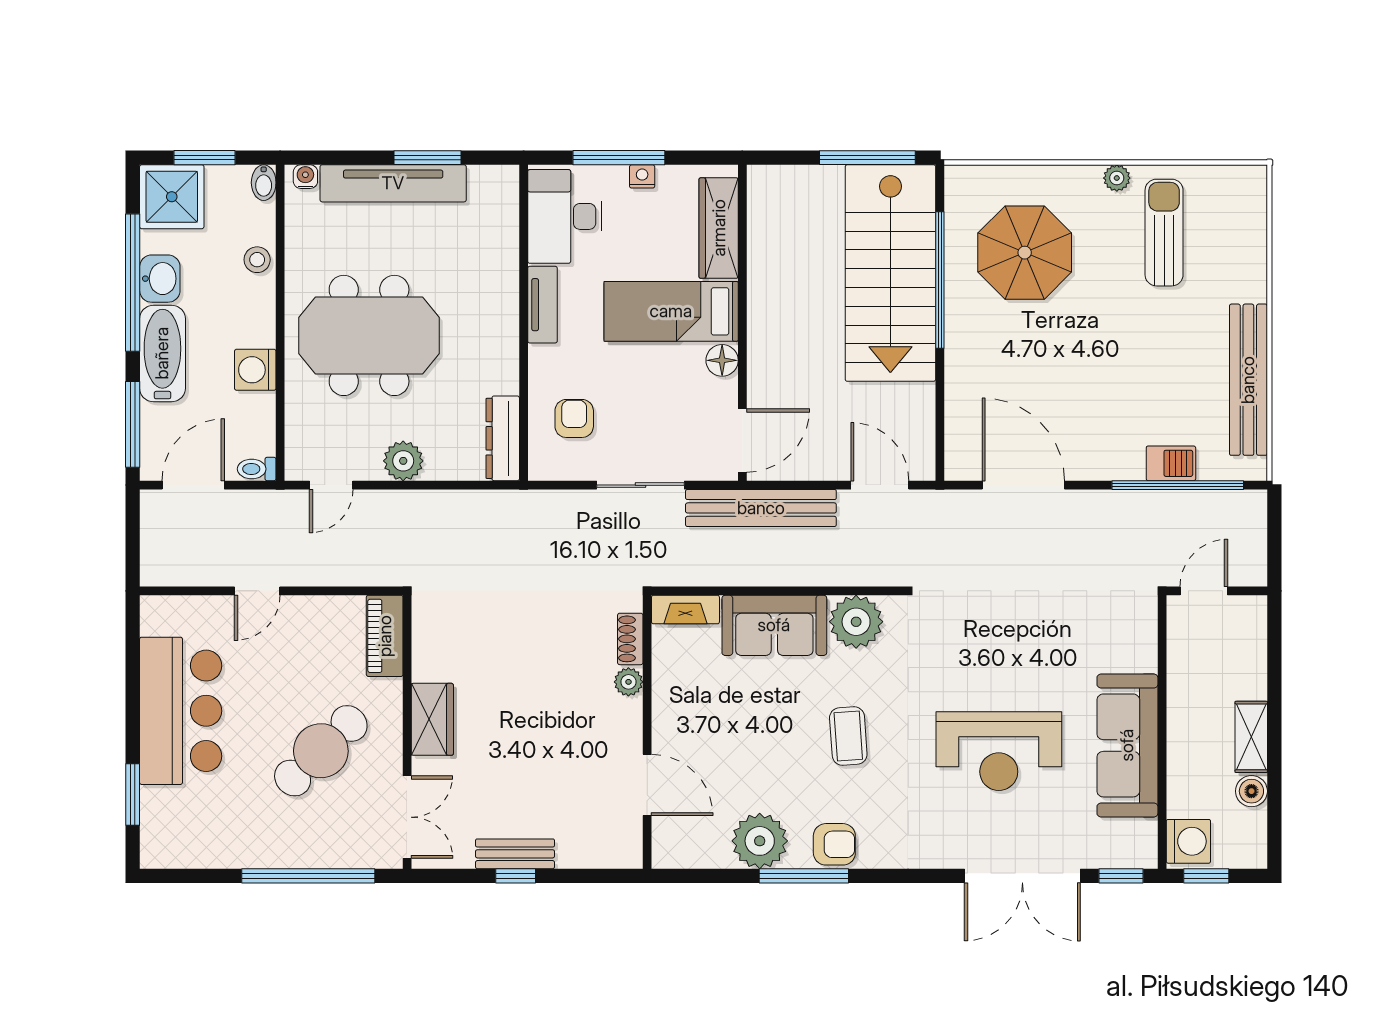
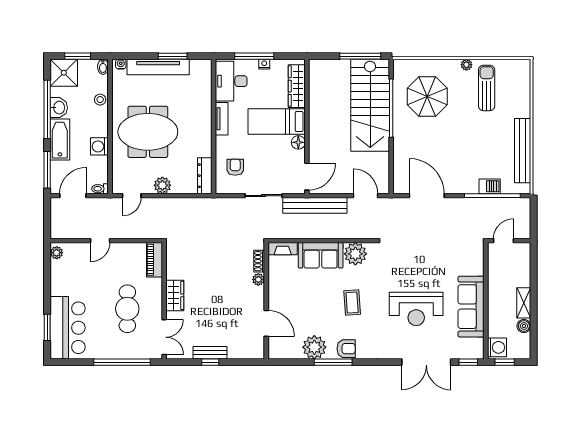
plant: (155, 619) -> (57, 253), added
bar counter: (181, 711) -> (68, 328), moved
cafe table: (321, 751) -> (127, 309), turned -46

